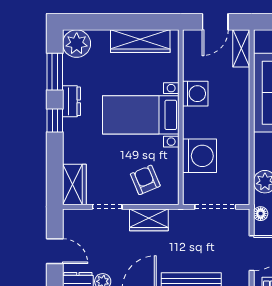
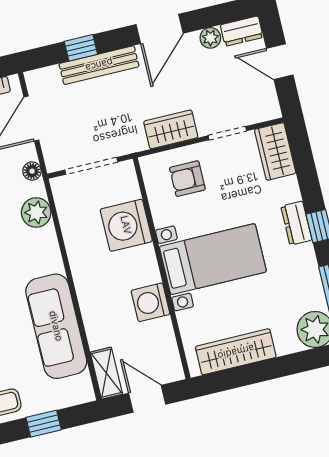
door: (215, 22) -> (147, 399), hinge flipped
dresser: (71, 101) -> (296, 223), moved
armchair: (145, 180) -> (187, 179), turned 113

